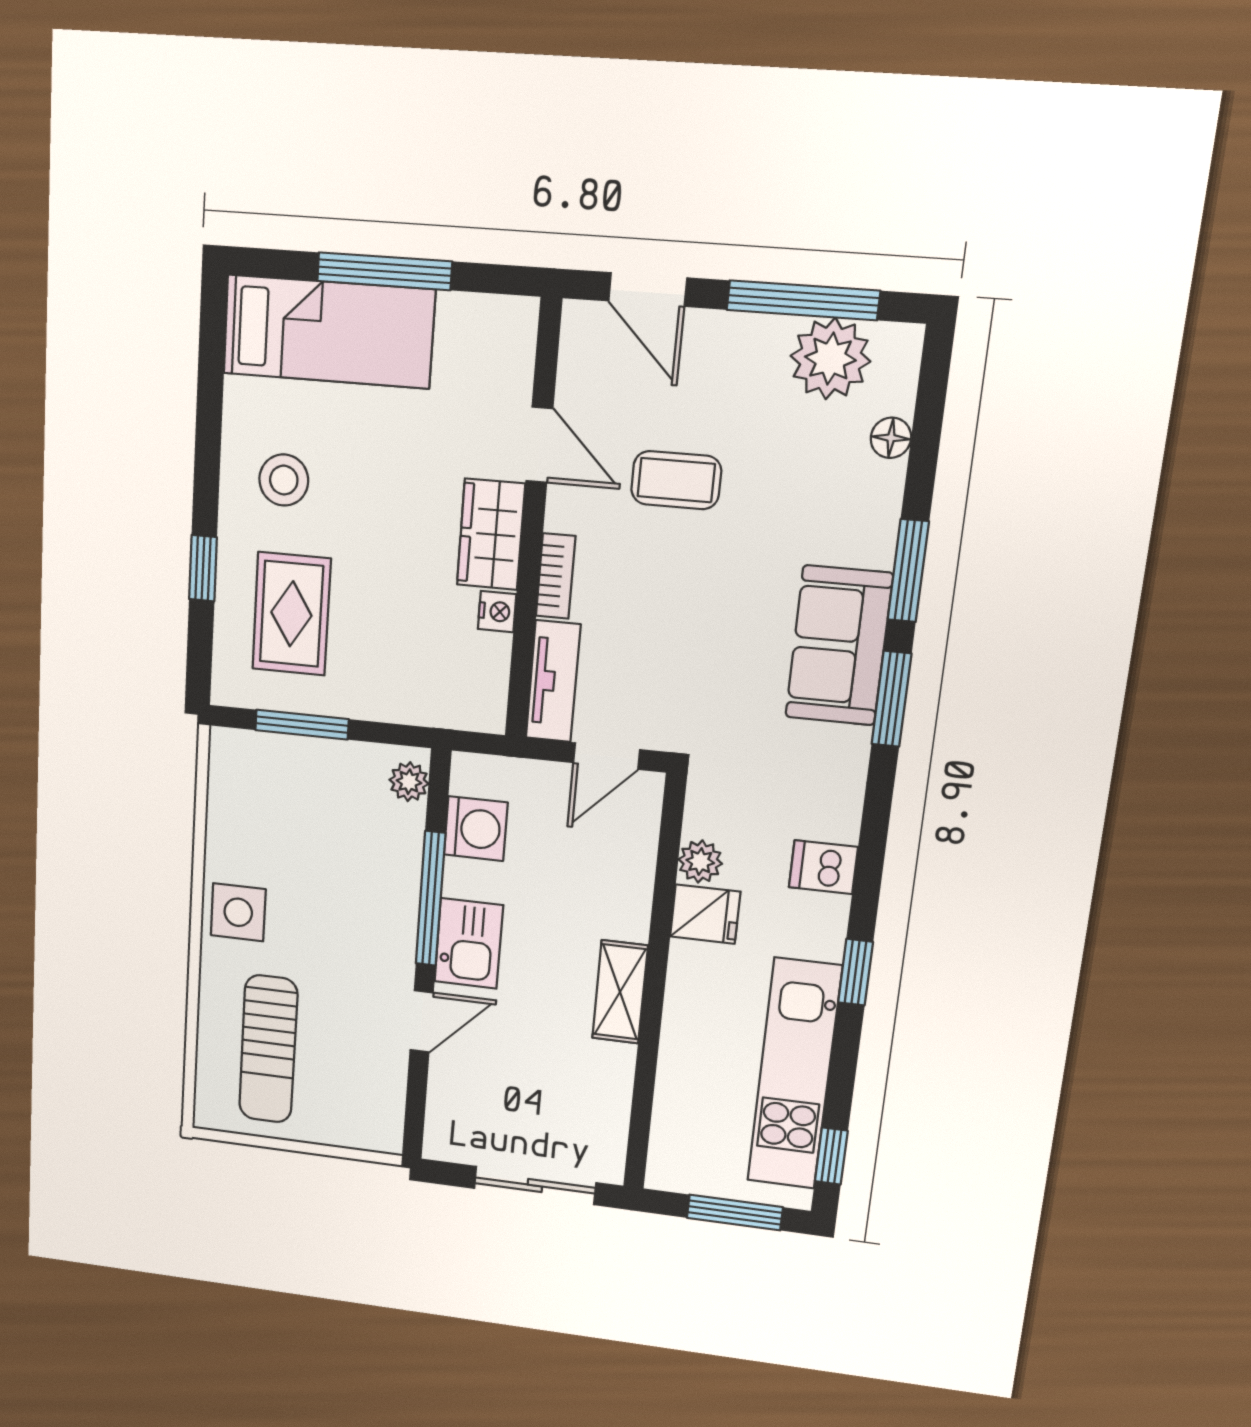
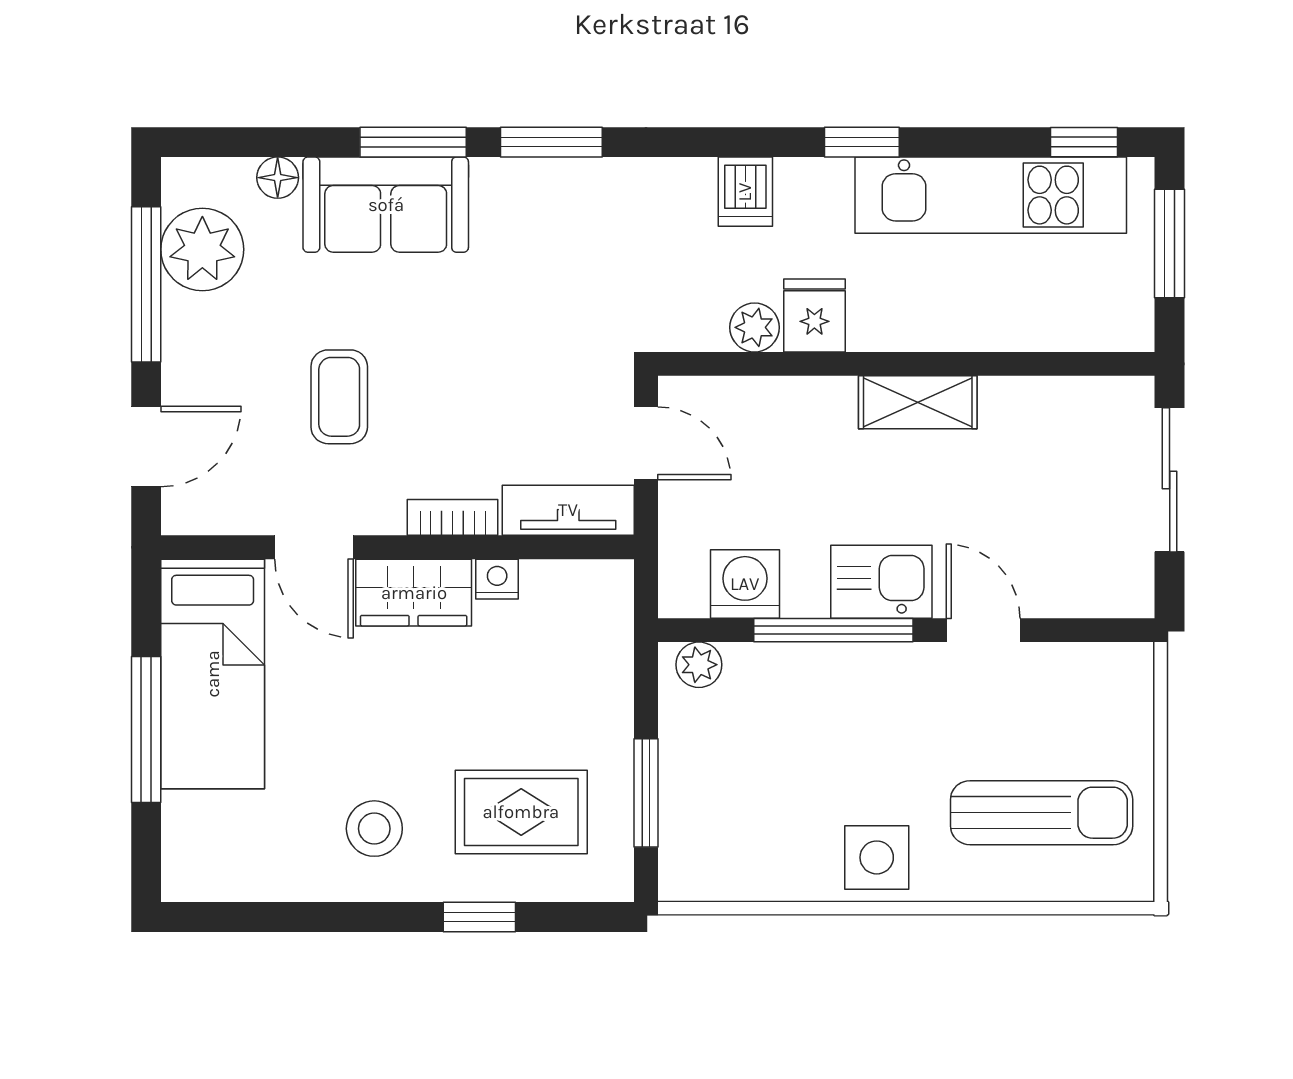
bed: (328, 332) -> (213, 674), moved, turned 180
door: (539, 445) -> (314, 547), swing flipped
sofa: (839, 646) -> (386, 205), moved

